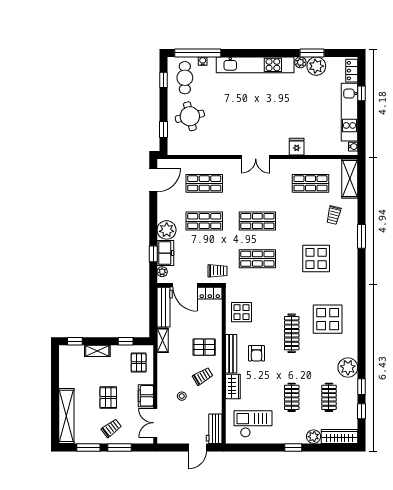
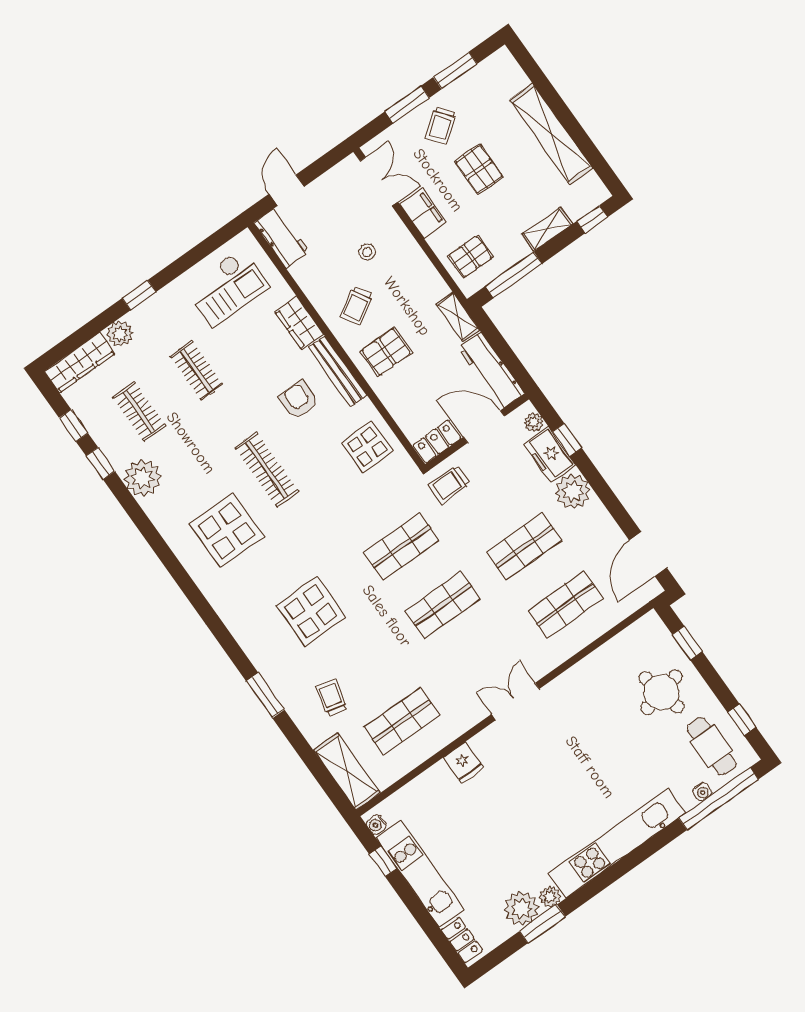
window: (361, 93) -> (383, 861), moved
window: (126, 341) -> (514, 275), width x2.17
pallet: (139, 363) -> (470, 256), turned 90
shelving: (66, 416) -> (551, 134), moved

